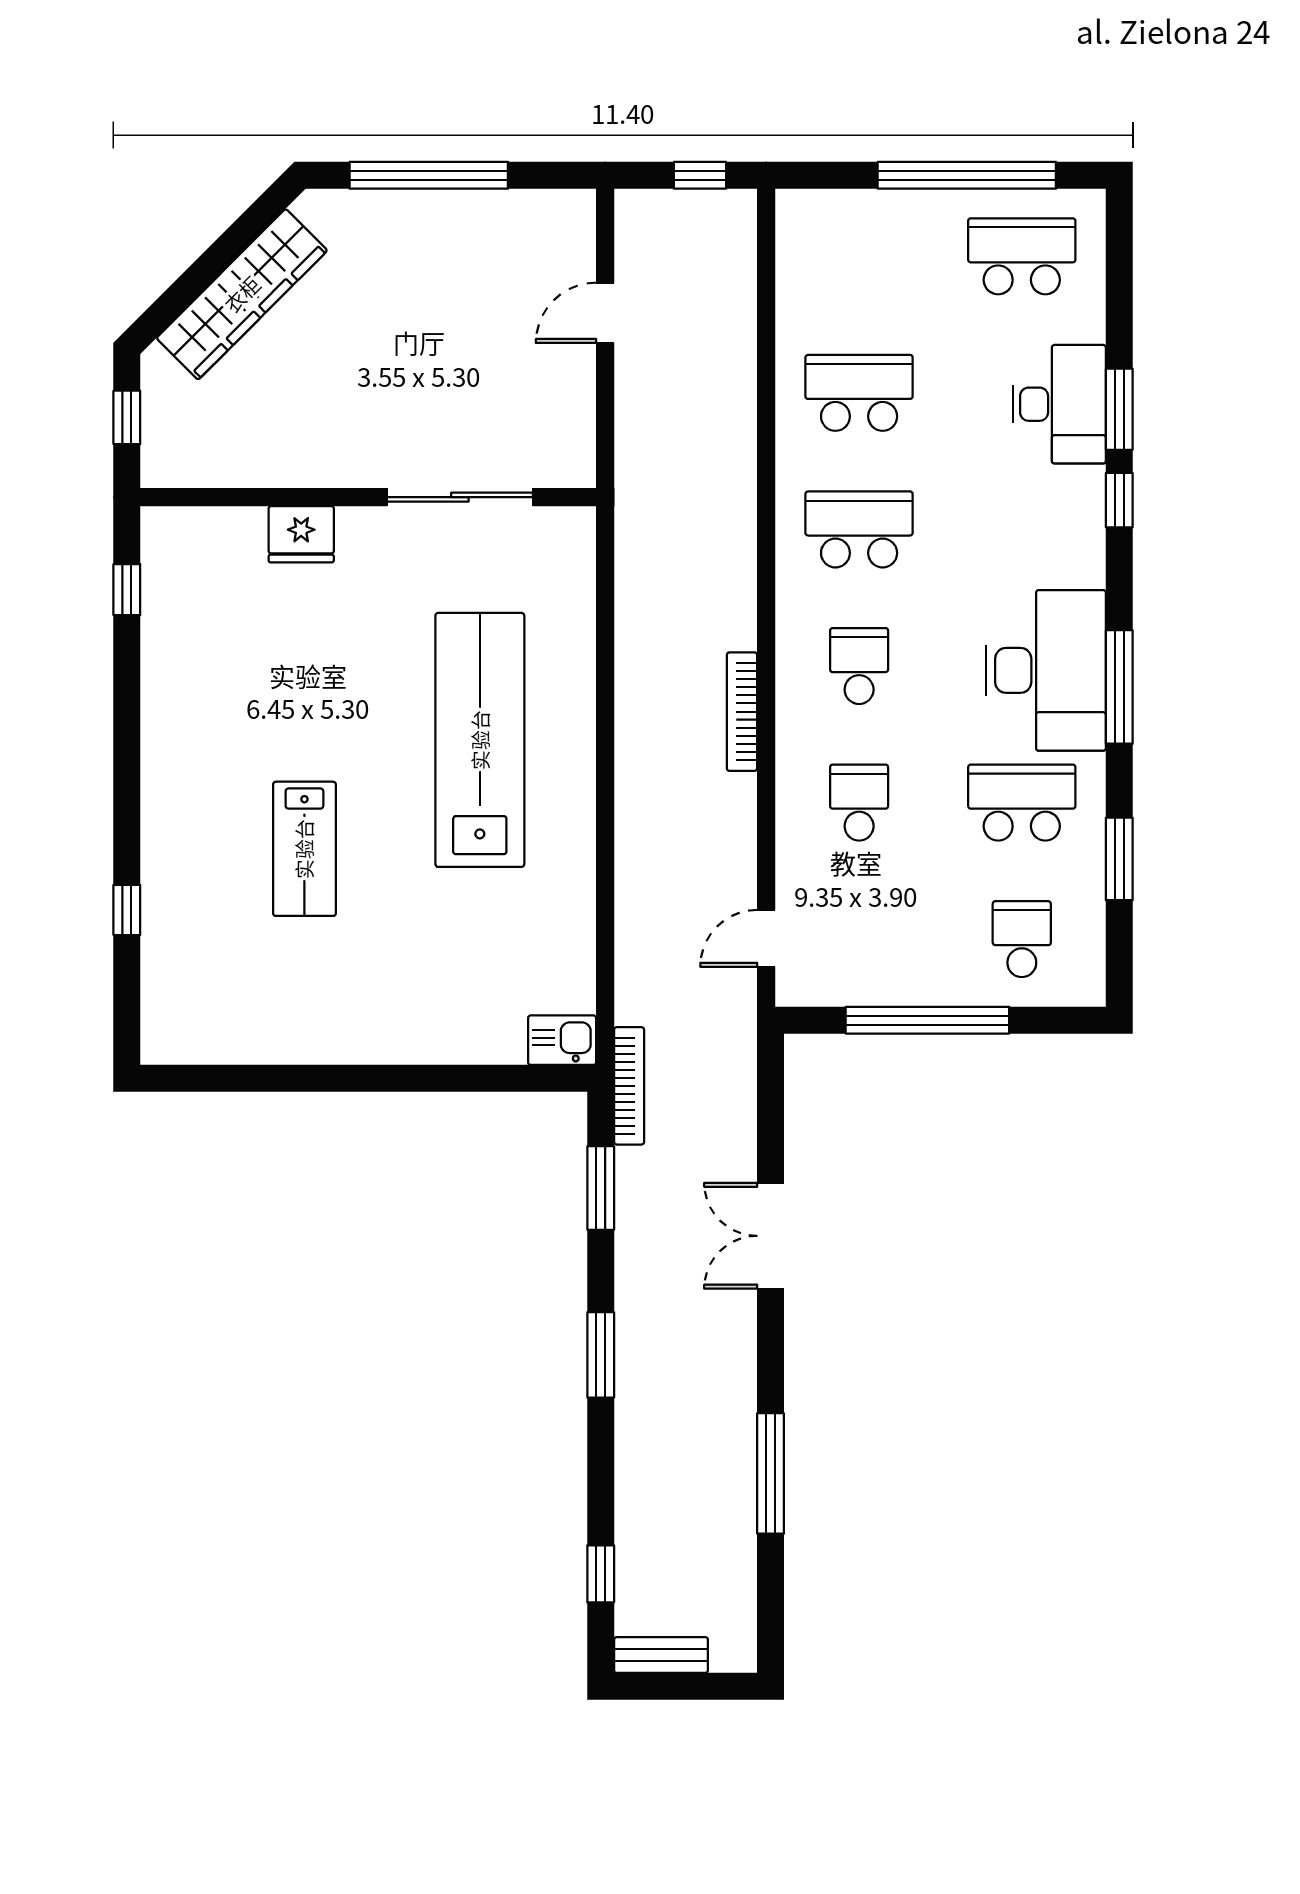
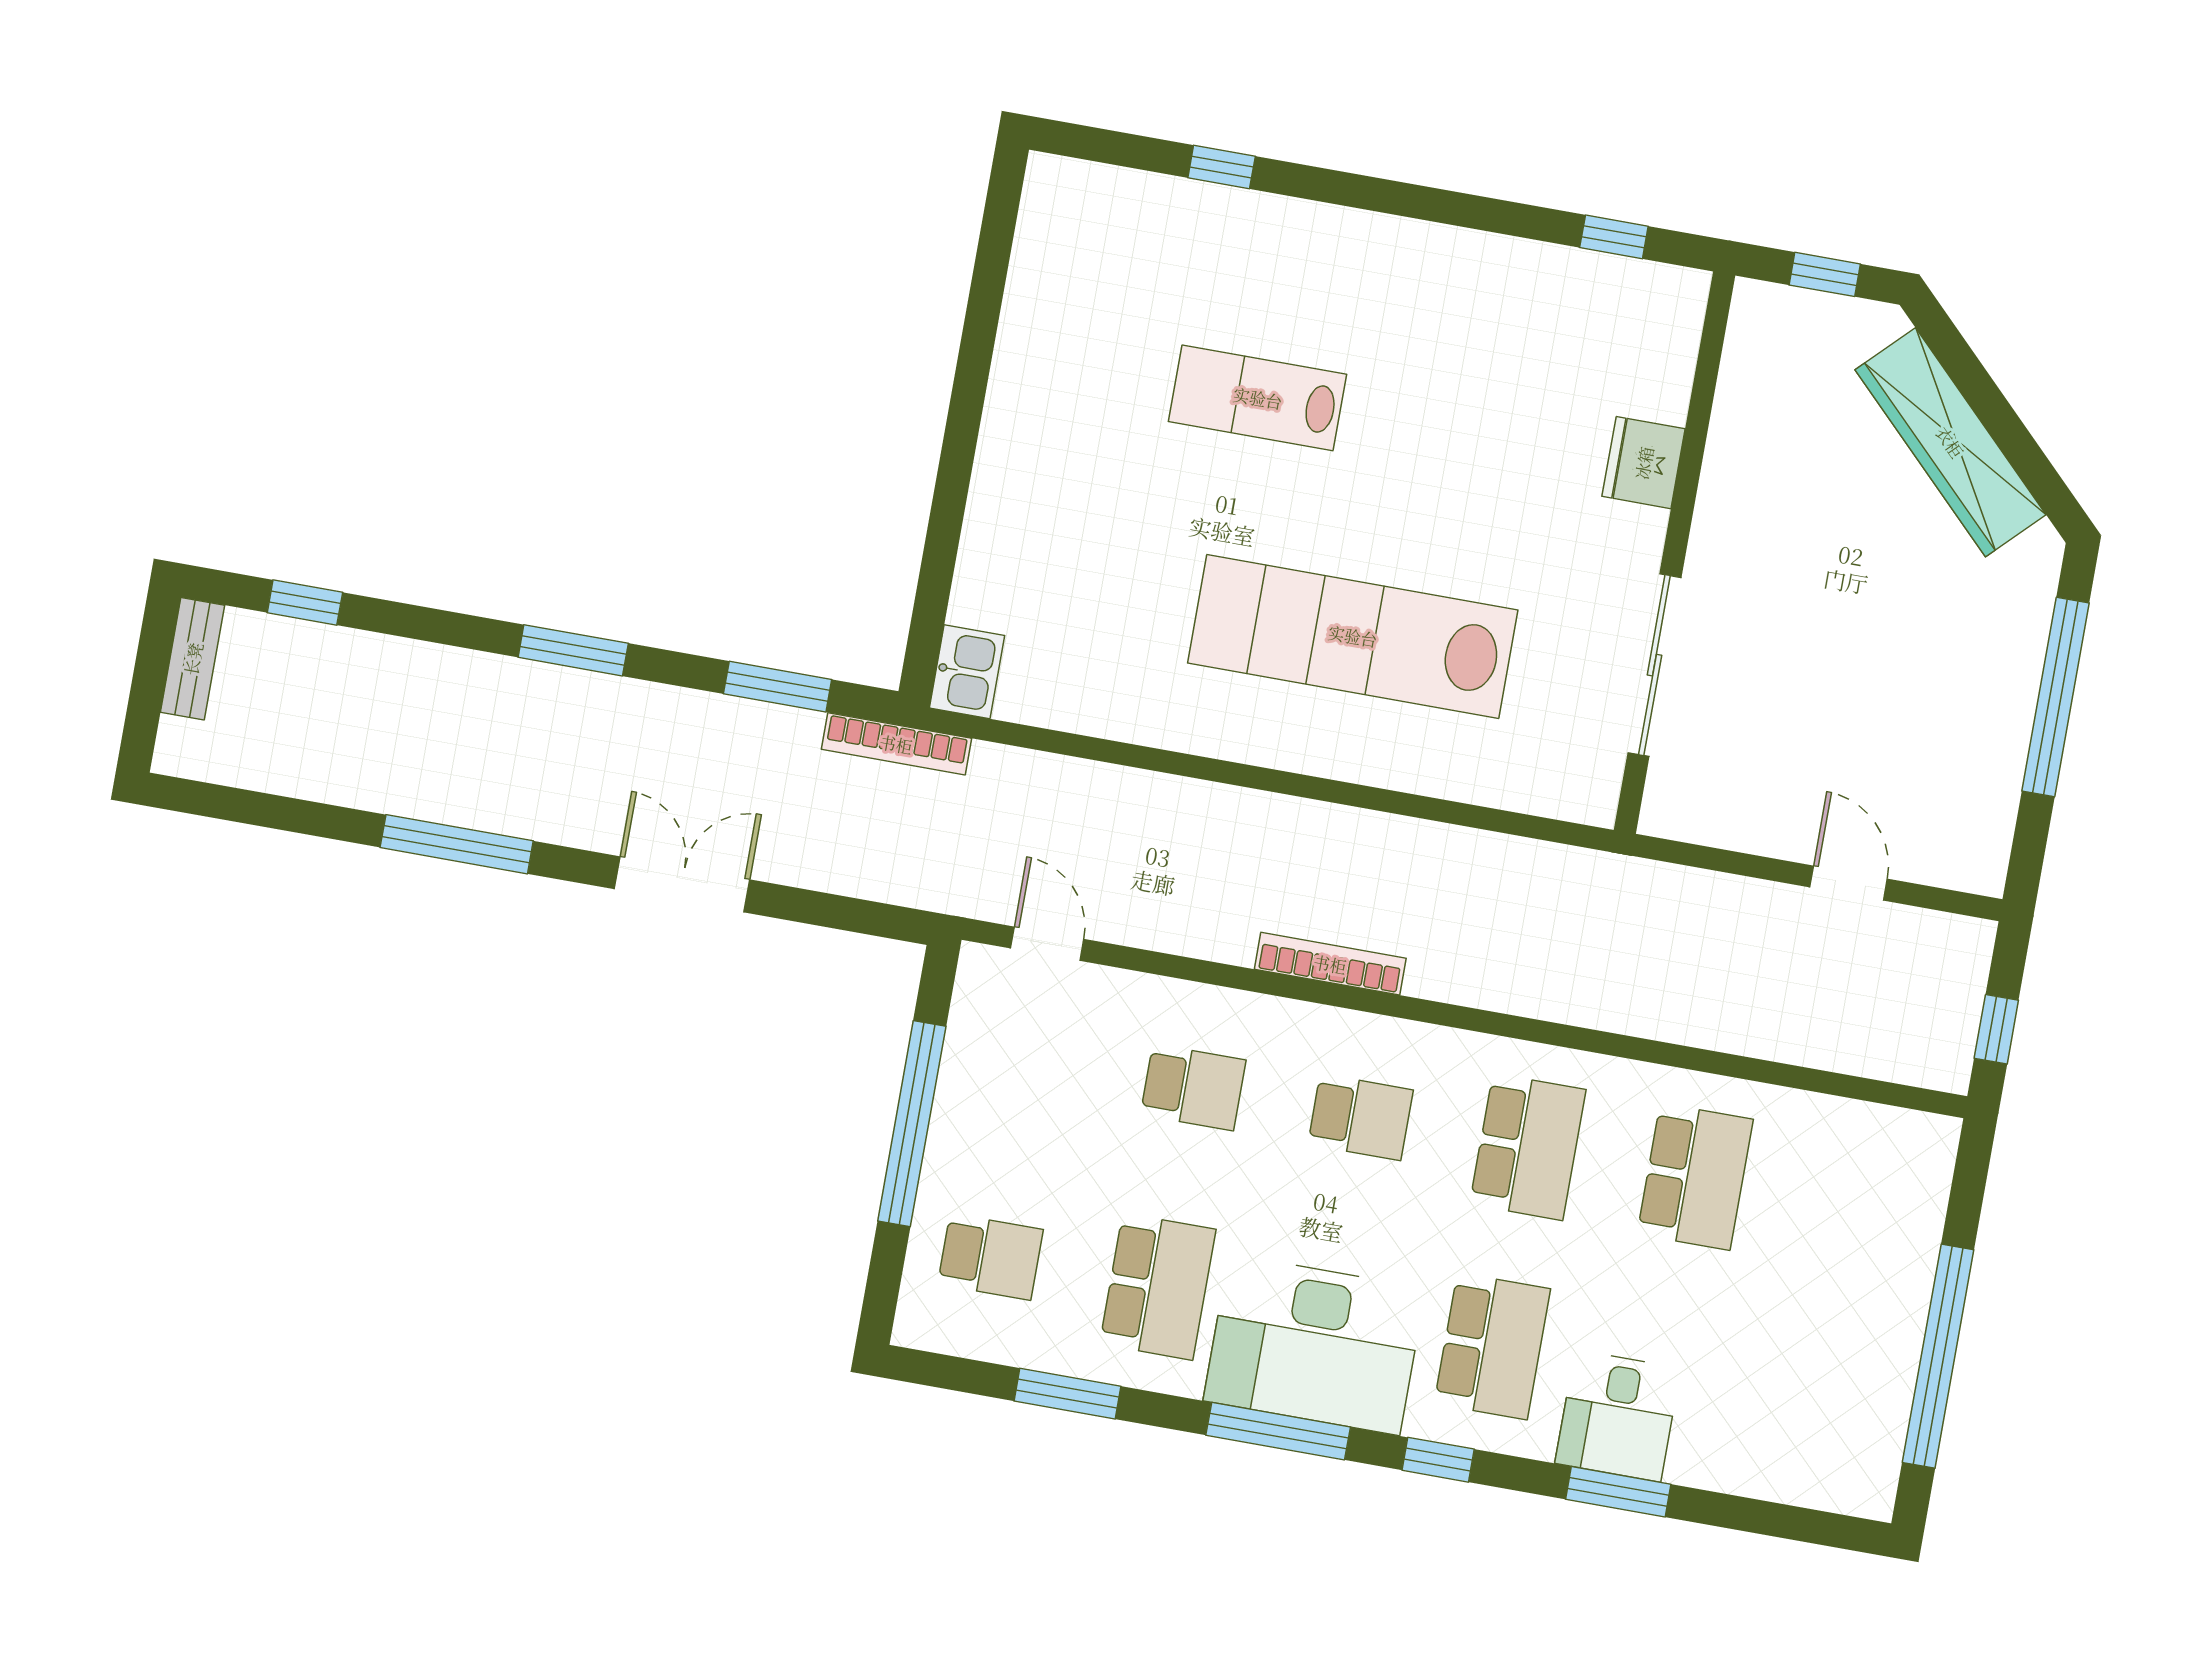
school desk: (1022, 256) -> (1492, 1346), moved
desk: (1059, 404) -> (1618, 1416), width x0.73
window: (1119, 500) -> (1438, 1460), moved
lab bench: (480, 740) -> (1353, 636), turned 180
window: (771, 1473) -> (457, 844), moved

